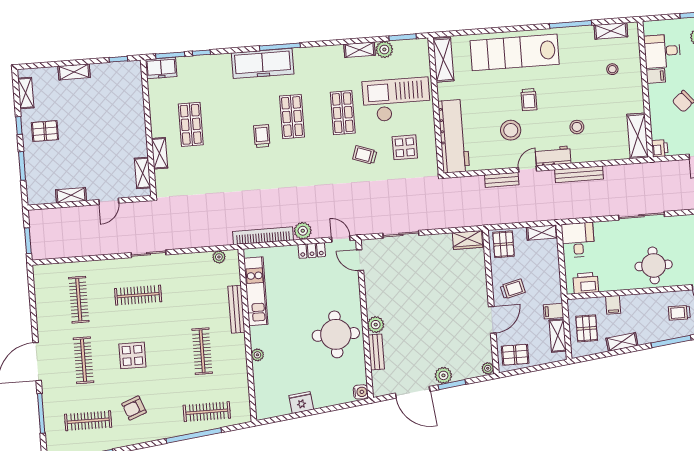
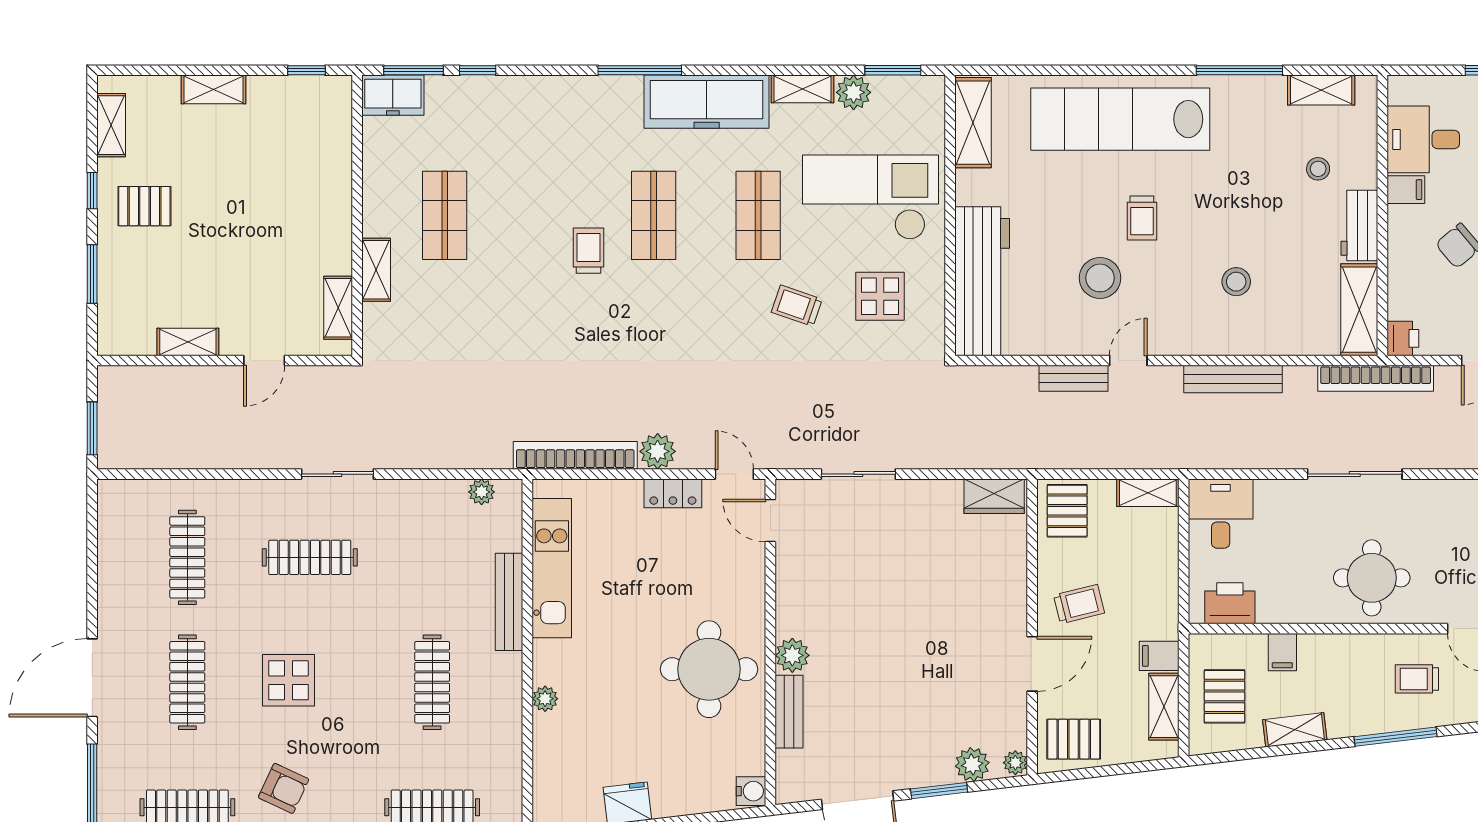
freezer: (263, 63) -> (707, 102), moved
workbench: (553, 156) -> (1359, 226), moved, turned -90
bookcase: (648, 169) -> (1376, 378), added
plant: (443, 375) -> (972, 764), moved
armchair: (134, 408) -> (284, 788), turned -134

